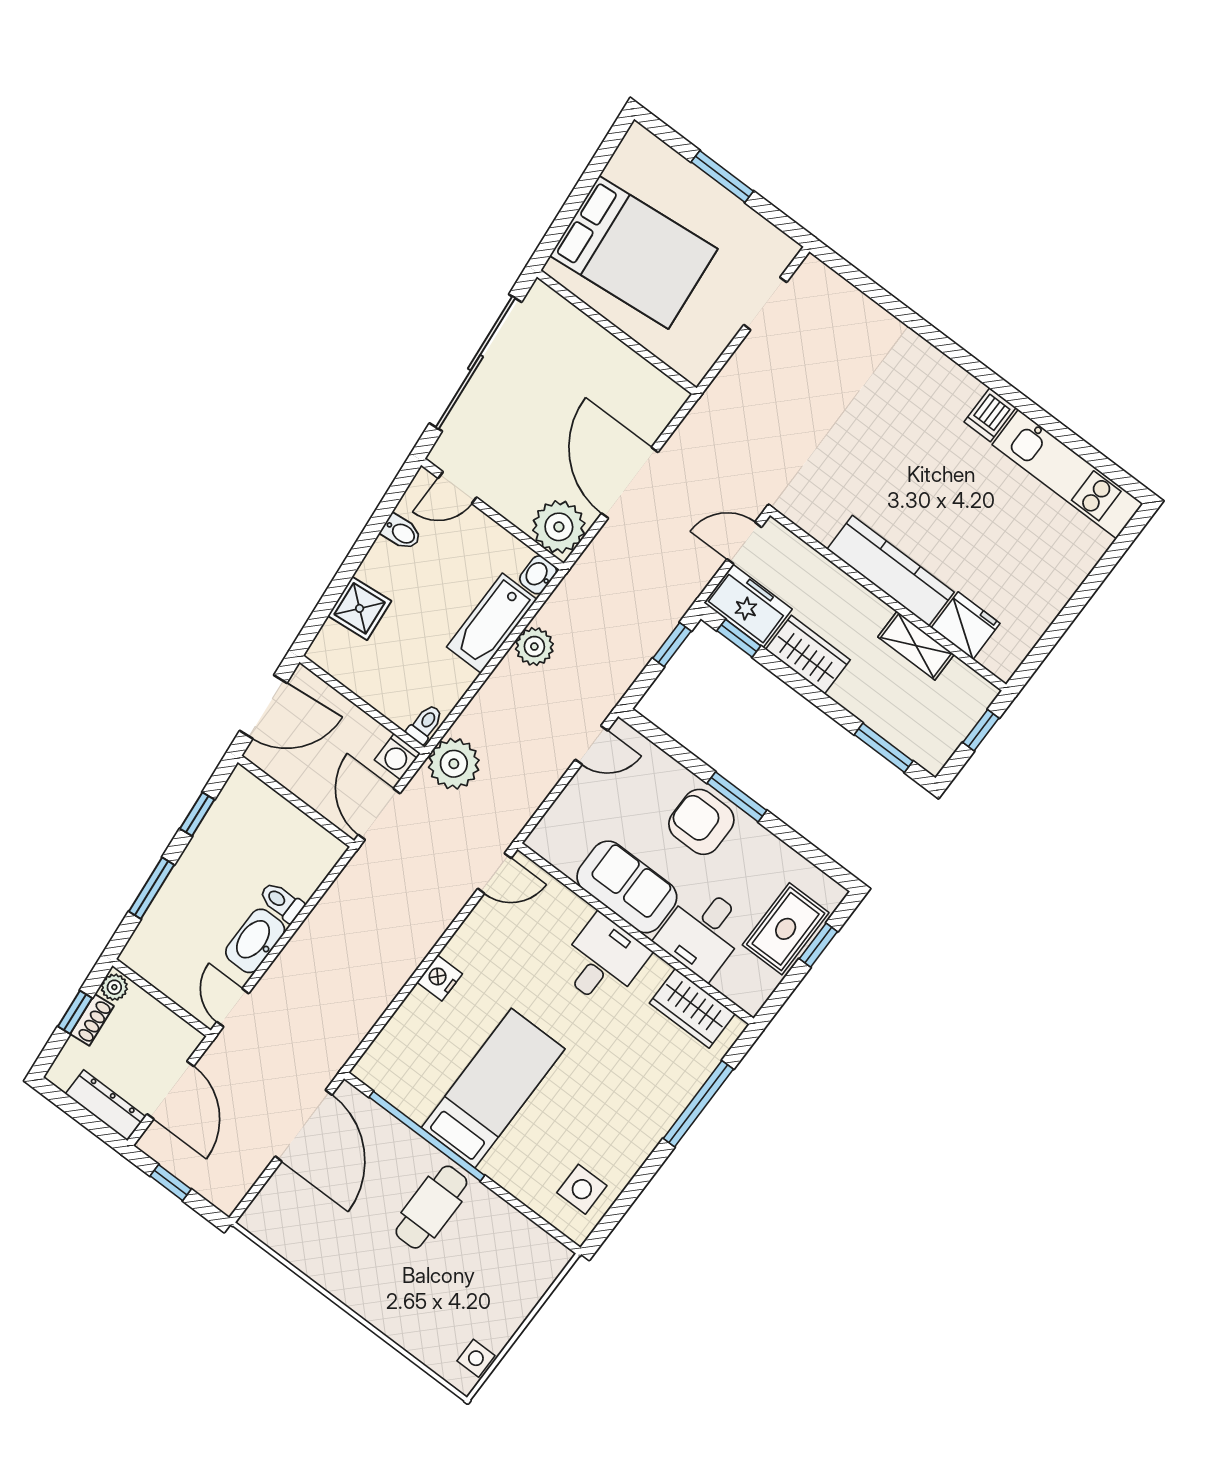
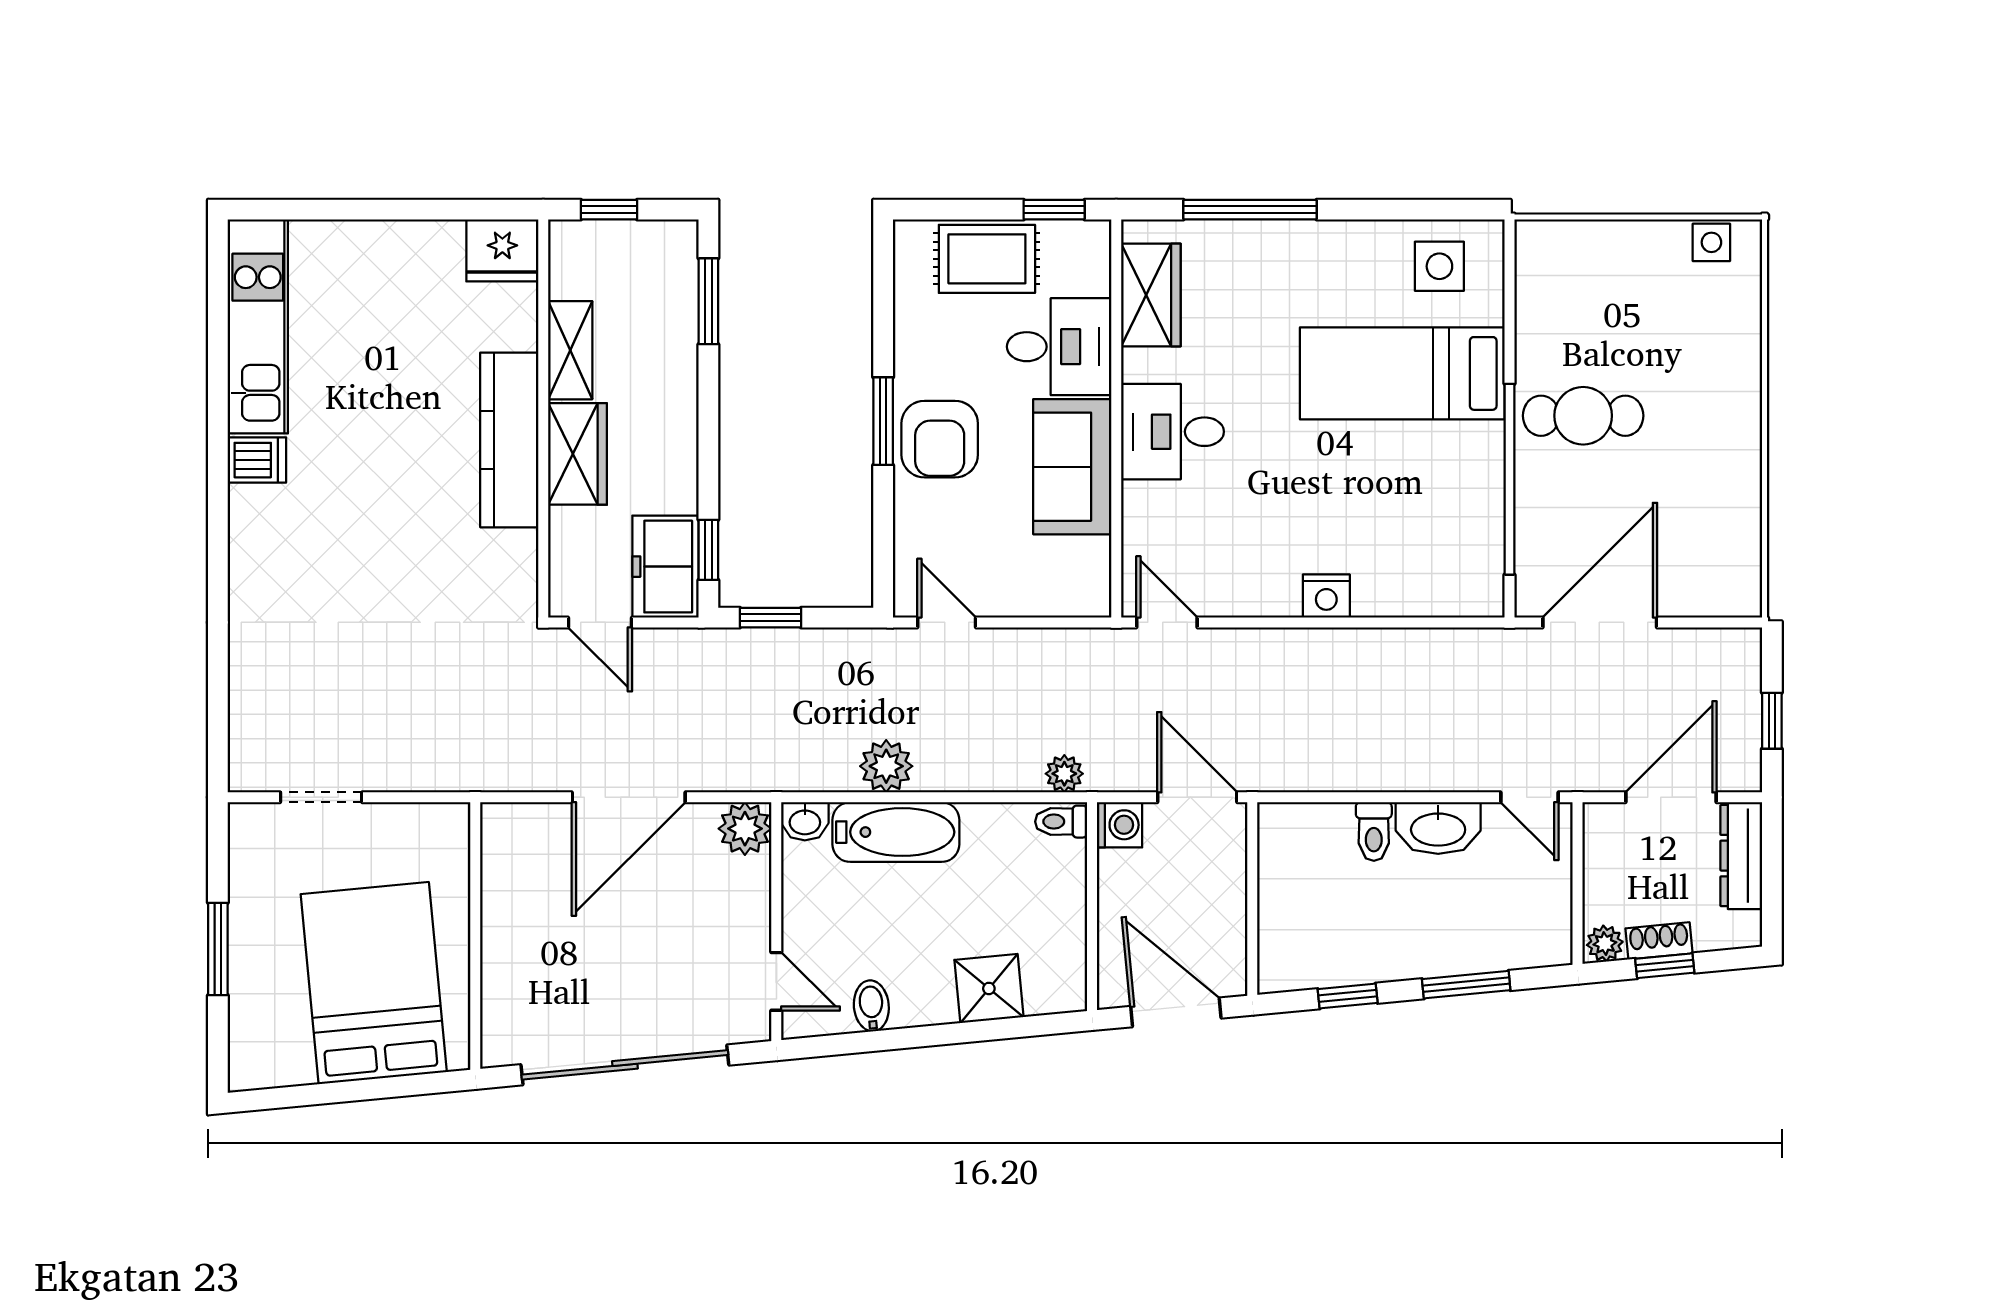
plant: (559, 527) -> (745, 829), width x0.73, depth x0.73
fridge: (966, 626) -> (502, 250), moved, turned -90
wardrobe: (808, 655) -> (578, 454), moved, turned 180
plant: (454, 764) -> (1064, 774), width x0.53, depth x0.53
door: (379, 814) -> (1197, 797), swing flipped
window: (818, 945) -> (1054, 210), moved
door: (233, 1008) -> (1529, 797), hinge flipped
bed: (493, 1088) -> (1402, 373), moved

